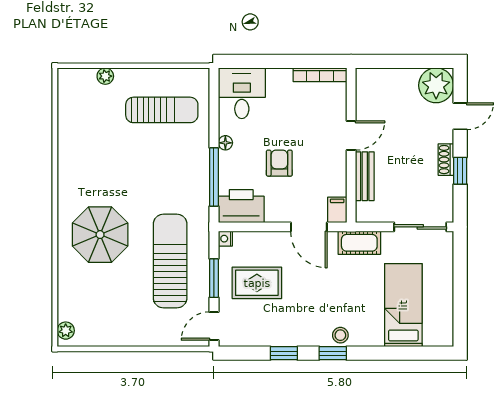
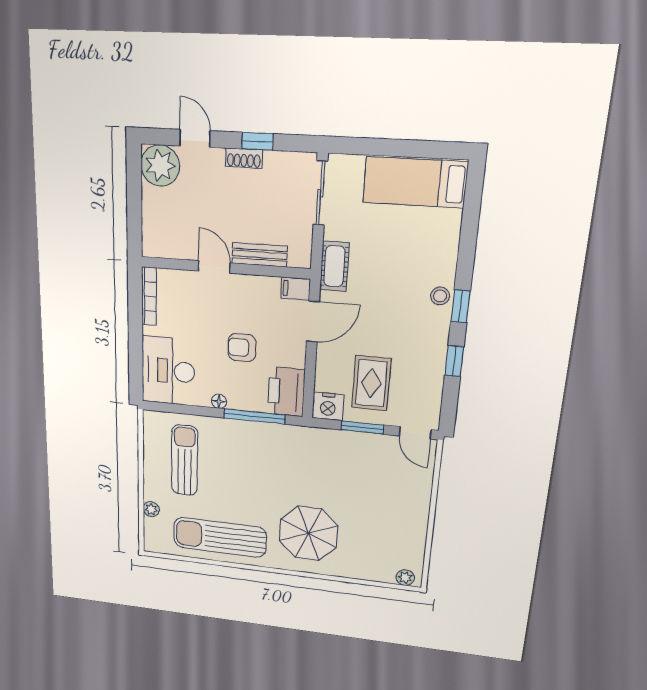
desk: (242, 93) -> (168, 371), width x1.37
nightstand: (225, 239) -> (328, 406), width x1.89, depth x1.79
sun lounger: (170, 261) -> (220, 537), moved
bed: (403, 305) -> (415, 182), moved

